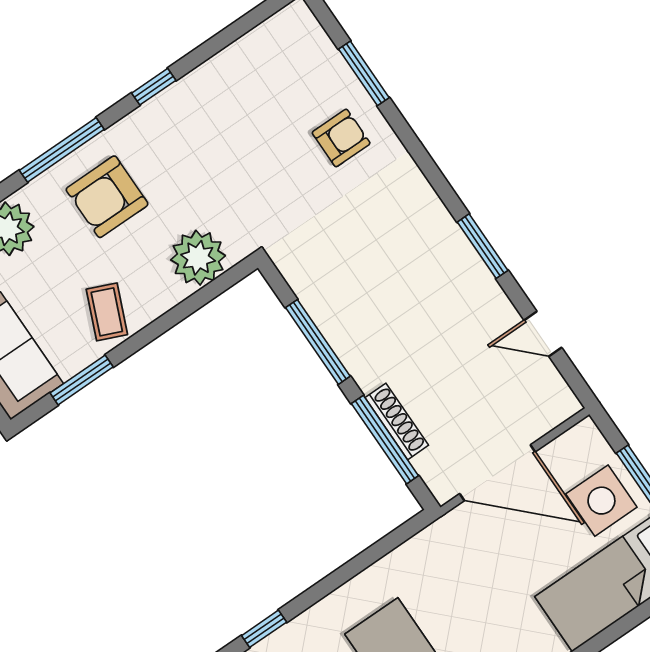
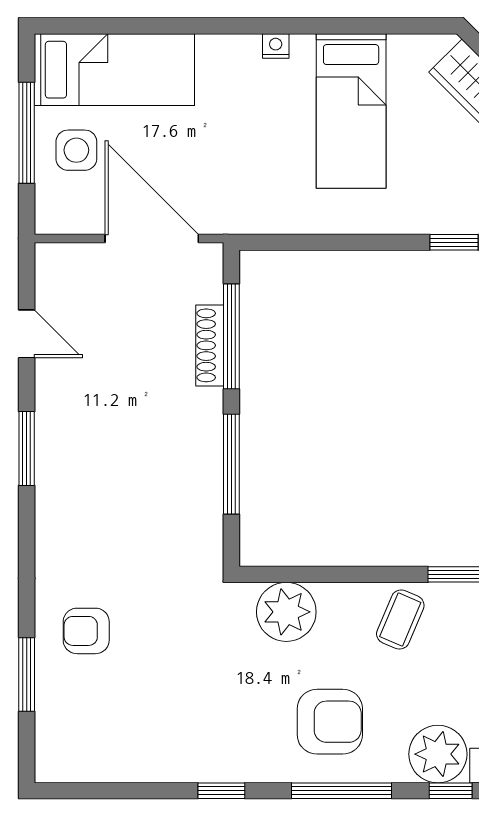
side table: (601, 501) -> (76, 150), width x0.73, depth x0.73

